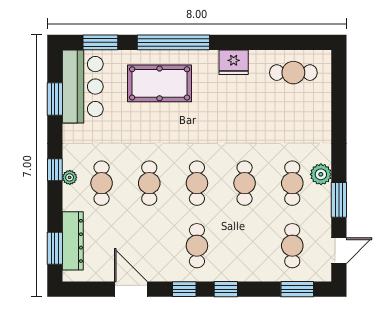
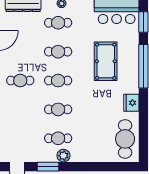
cafe table: (293, 73) -> (125, 139), width x1.37, depth x1.35
pool table: (160, 83) -> (106, 61), moved
cafe table: (292, 246) -> (20, 138), removed

